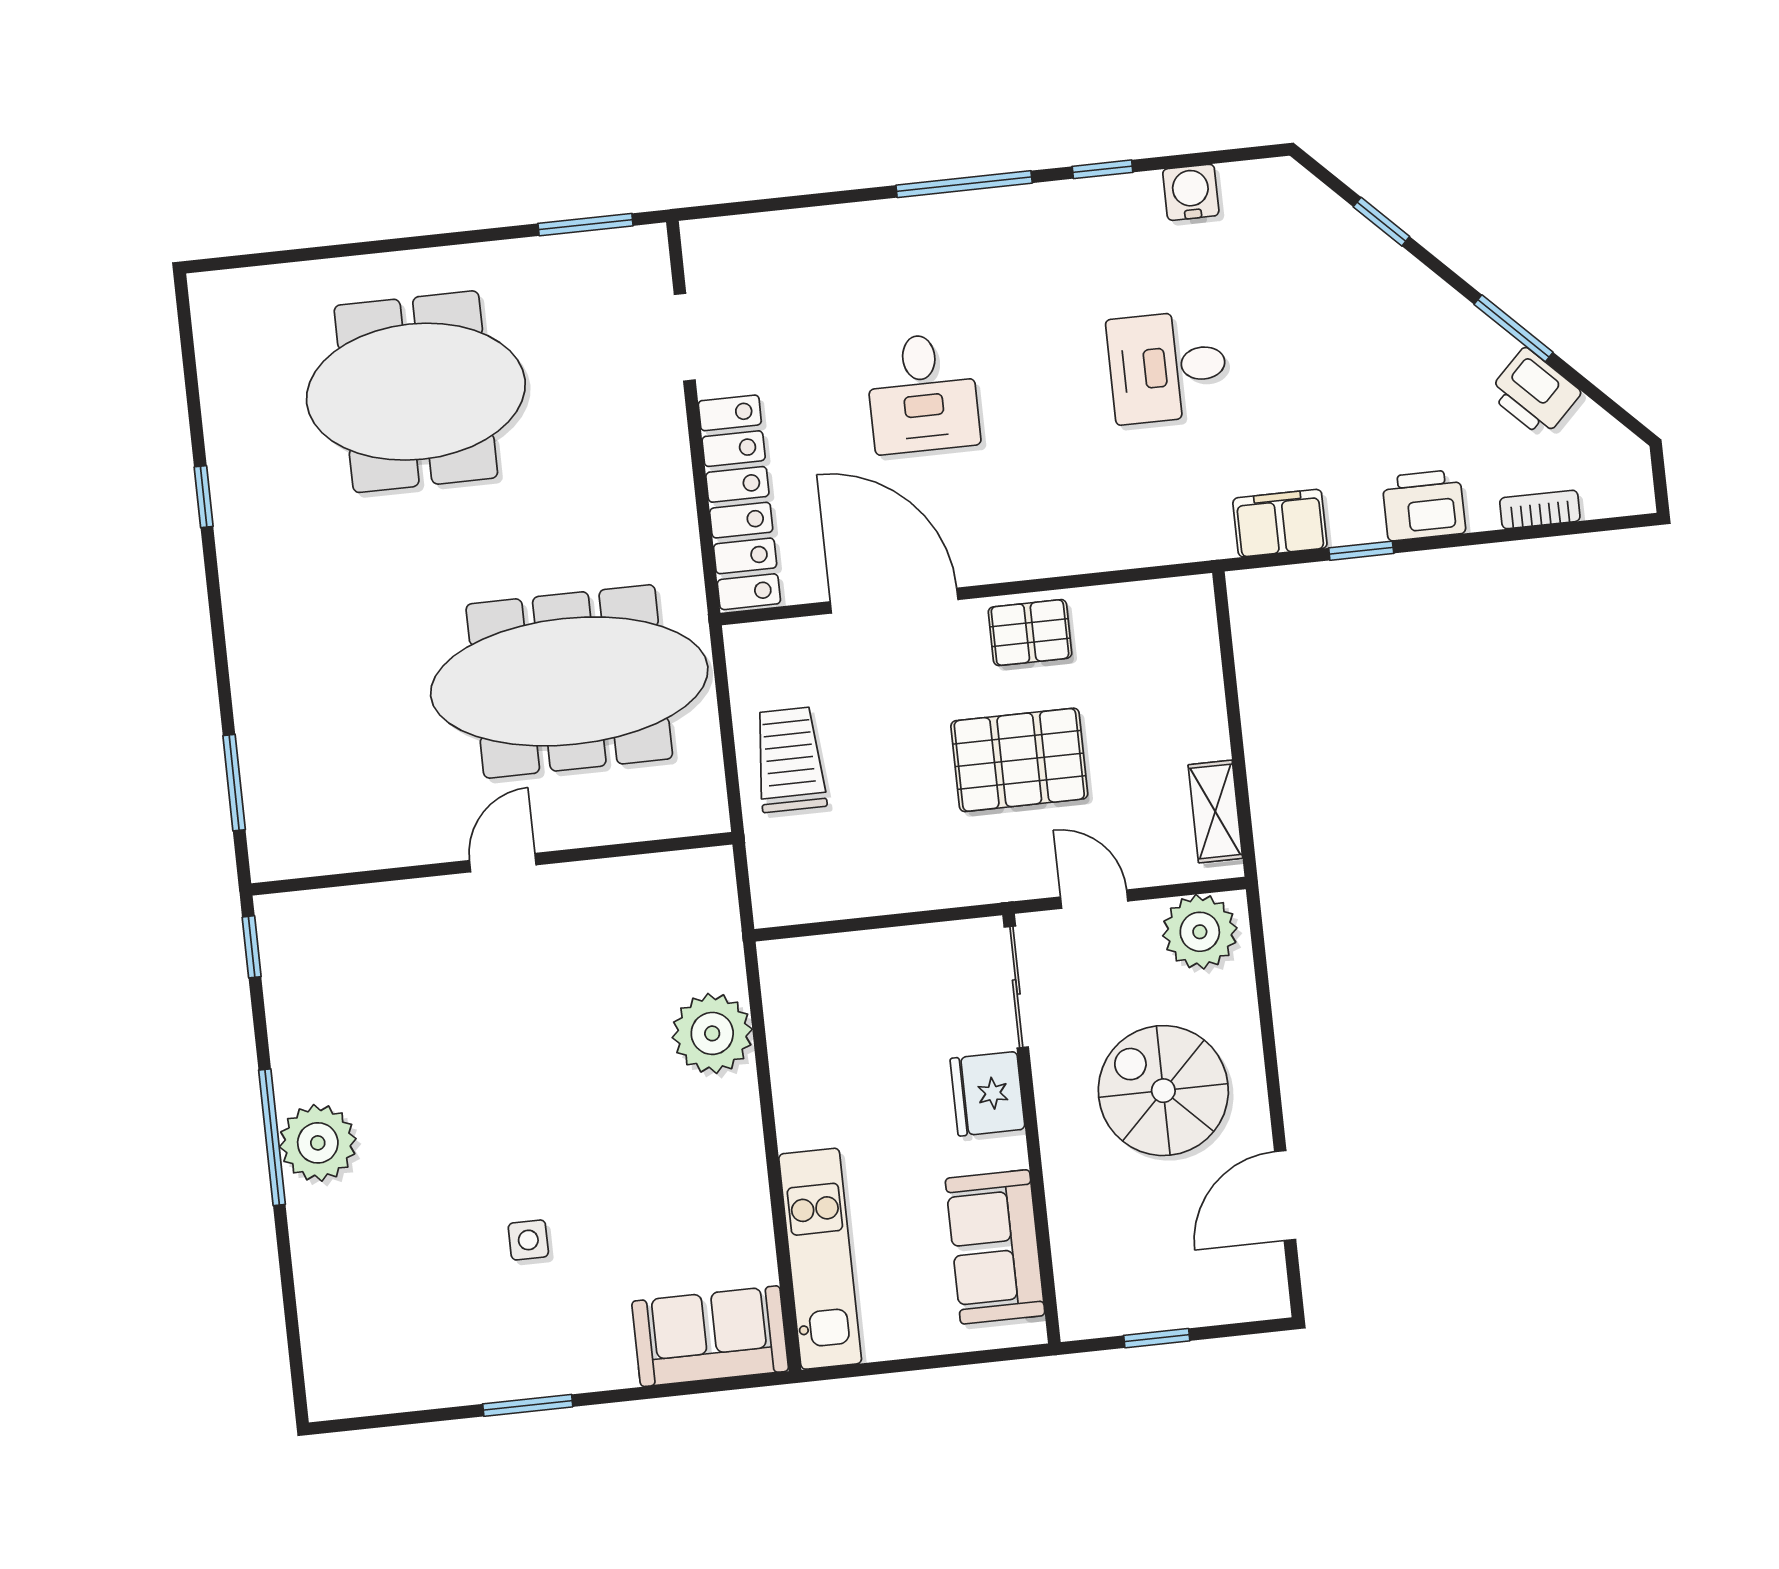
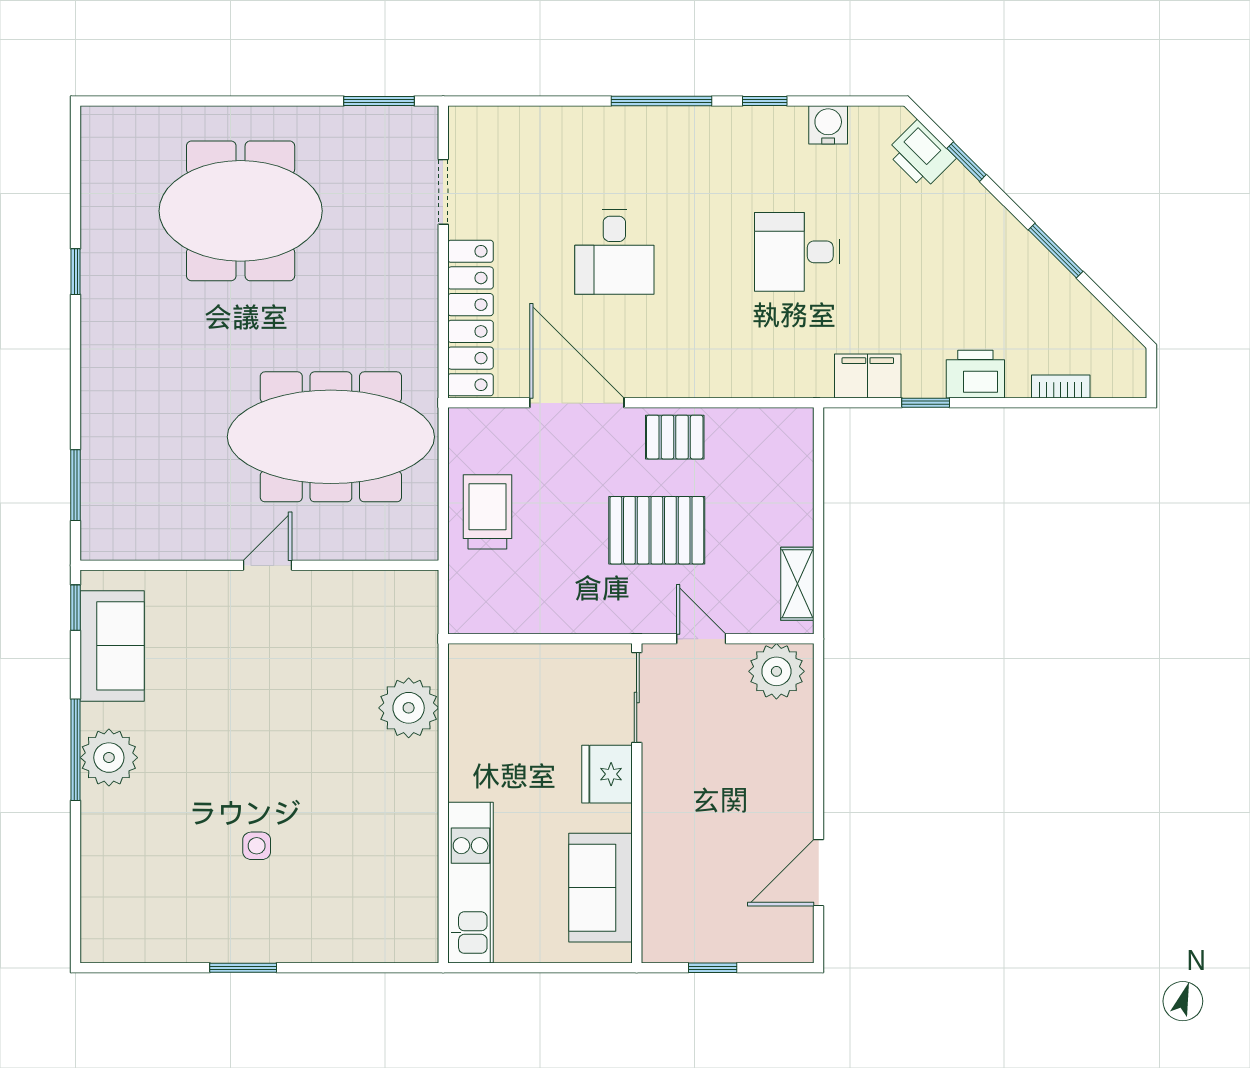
printer: (1534, 393) -> (921, 155), moved
spiral stairs: (1163, 1091) -> (737, 786), removed
sofa: (710, 1336) -> (112, 646), moved, turned 90

